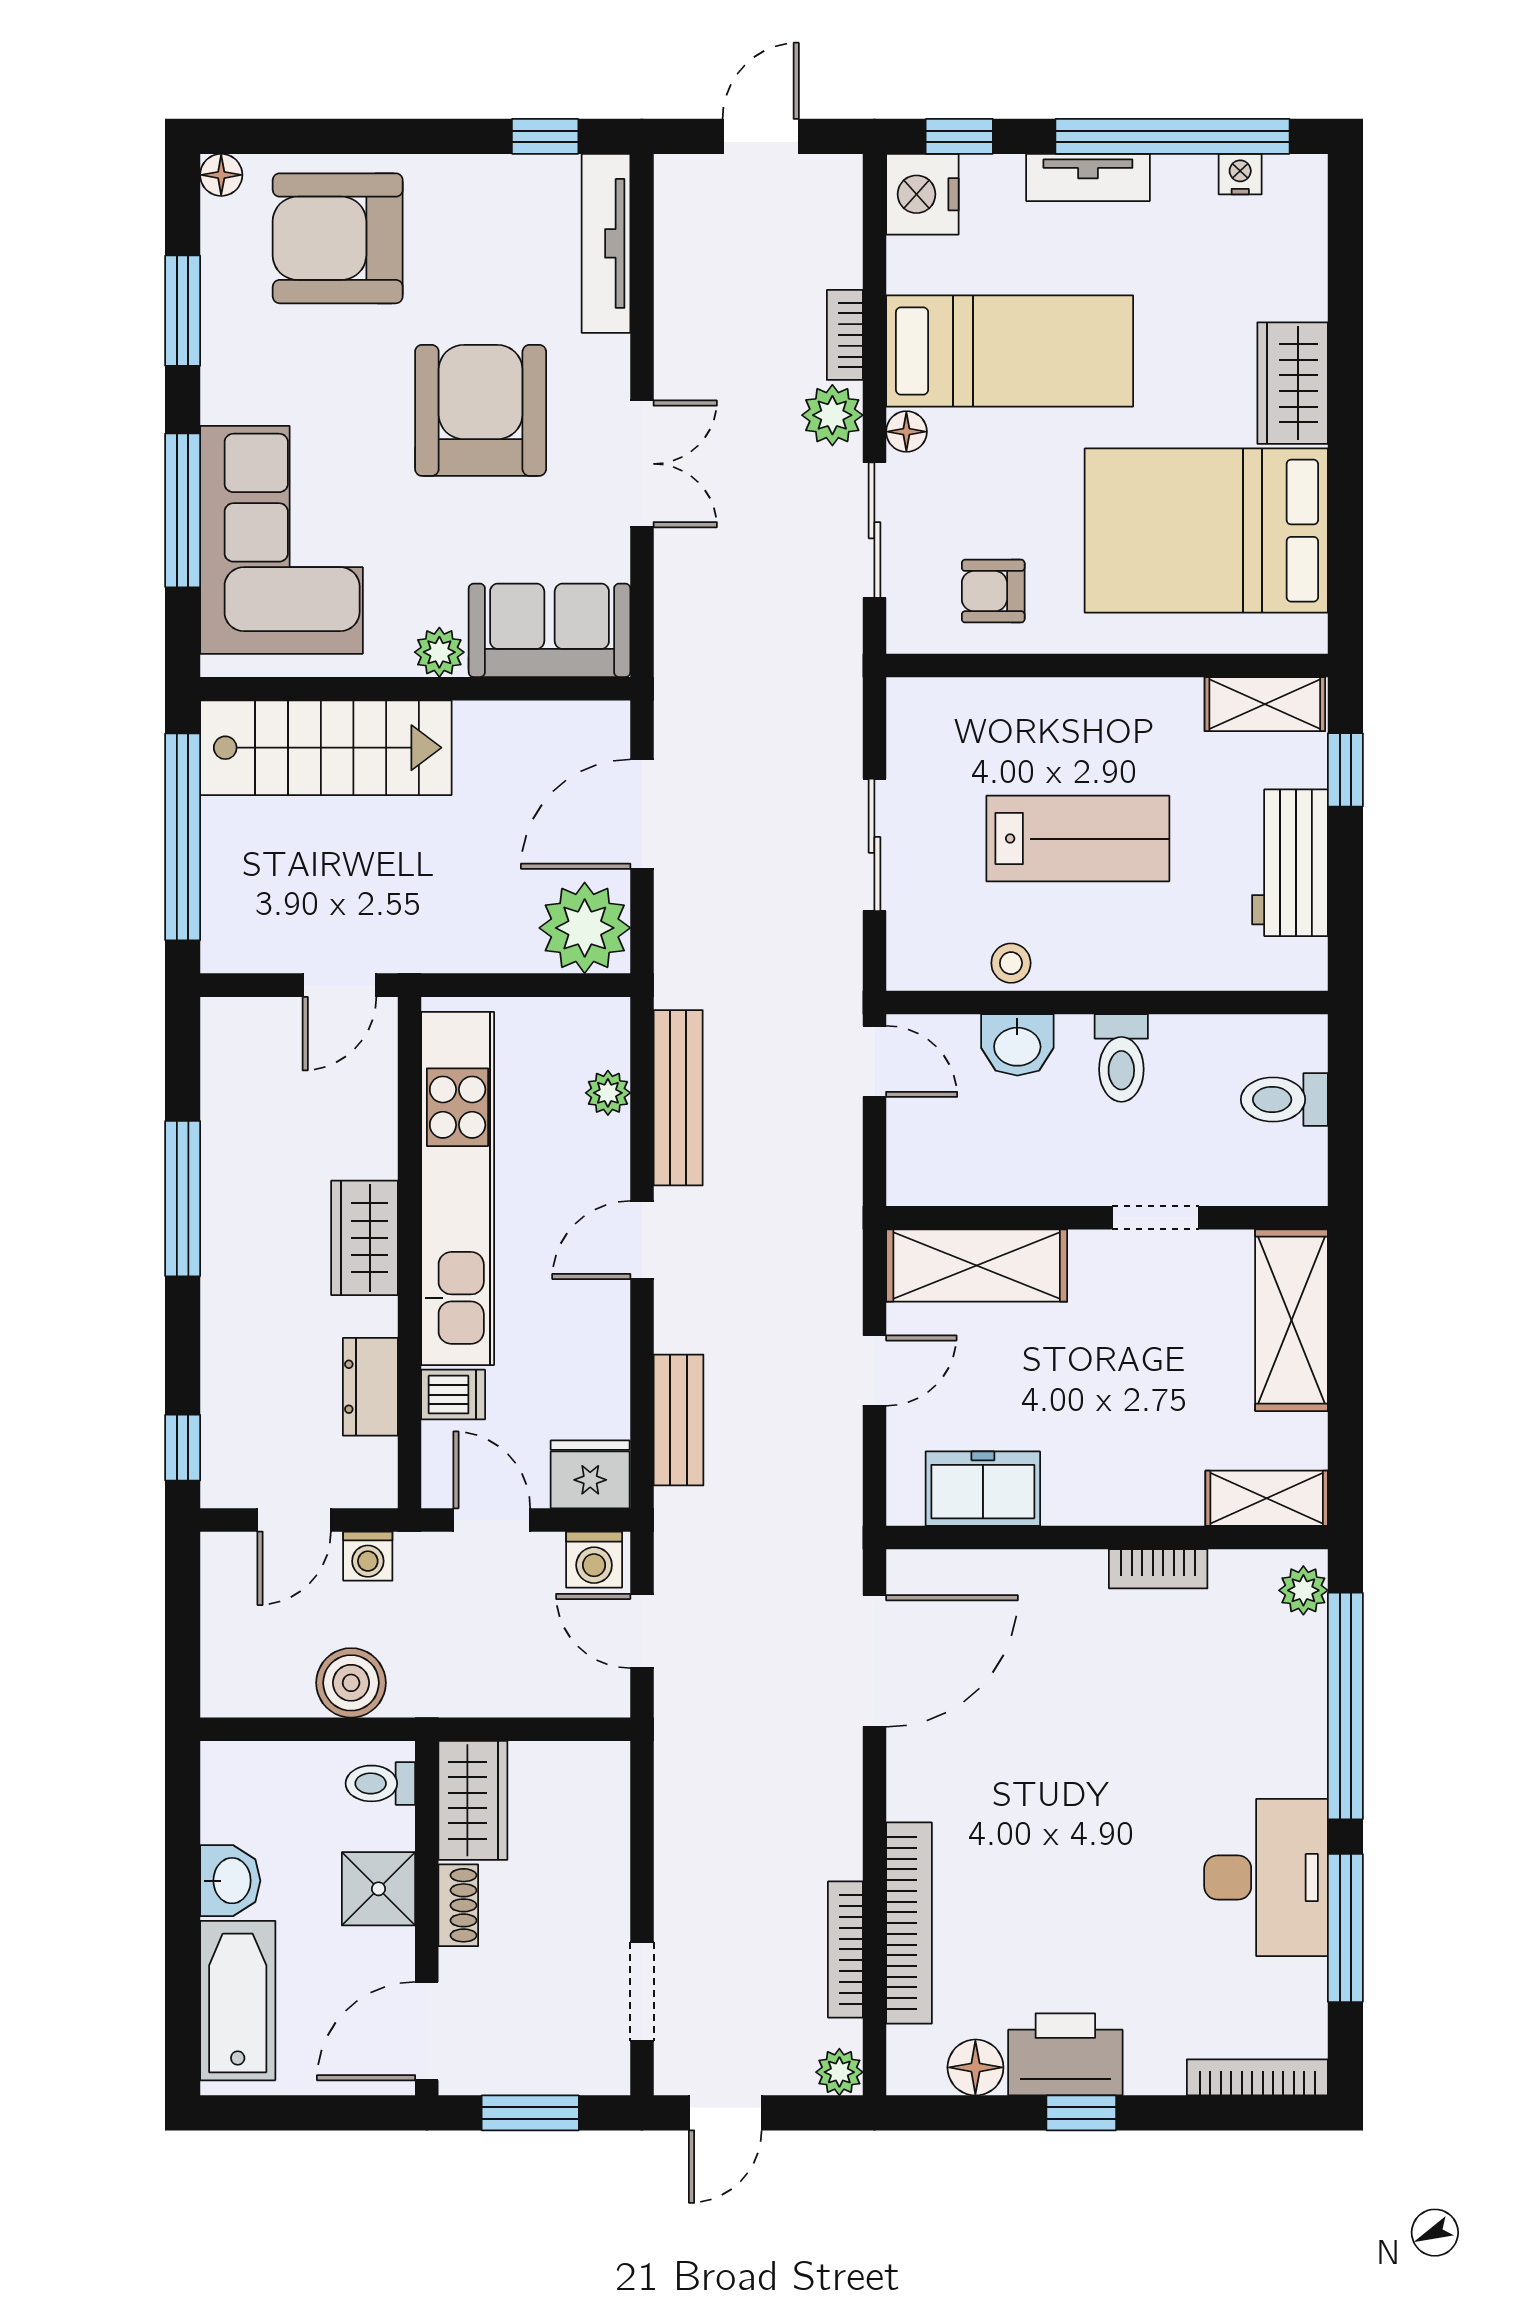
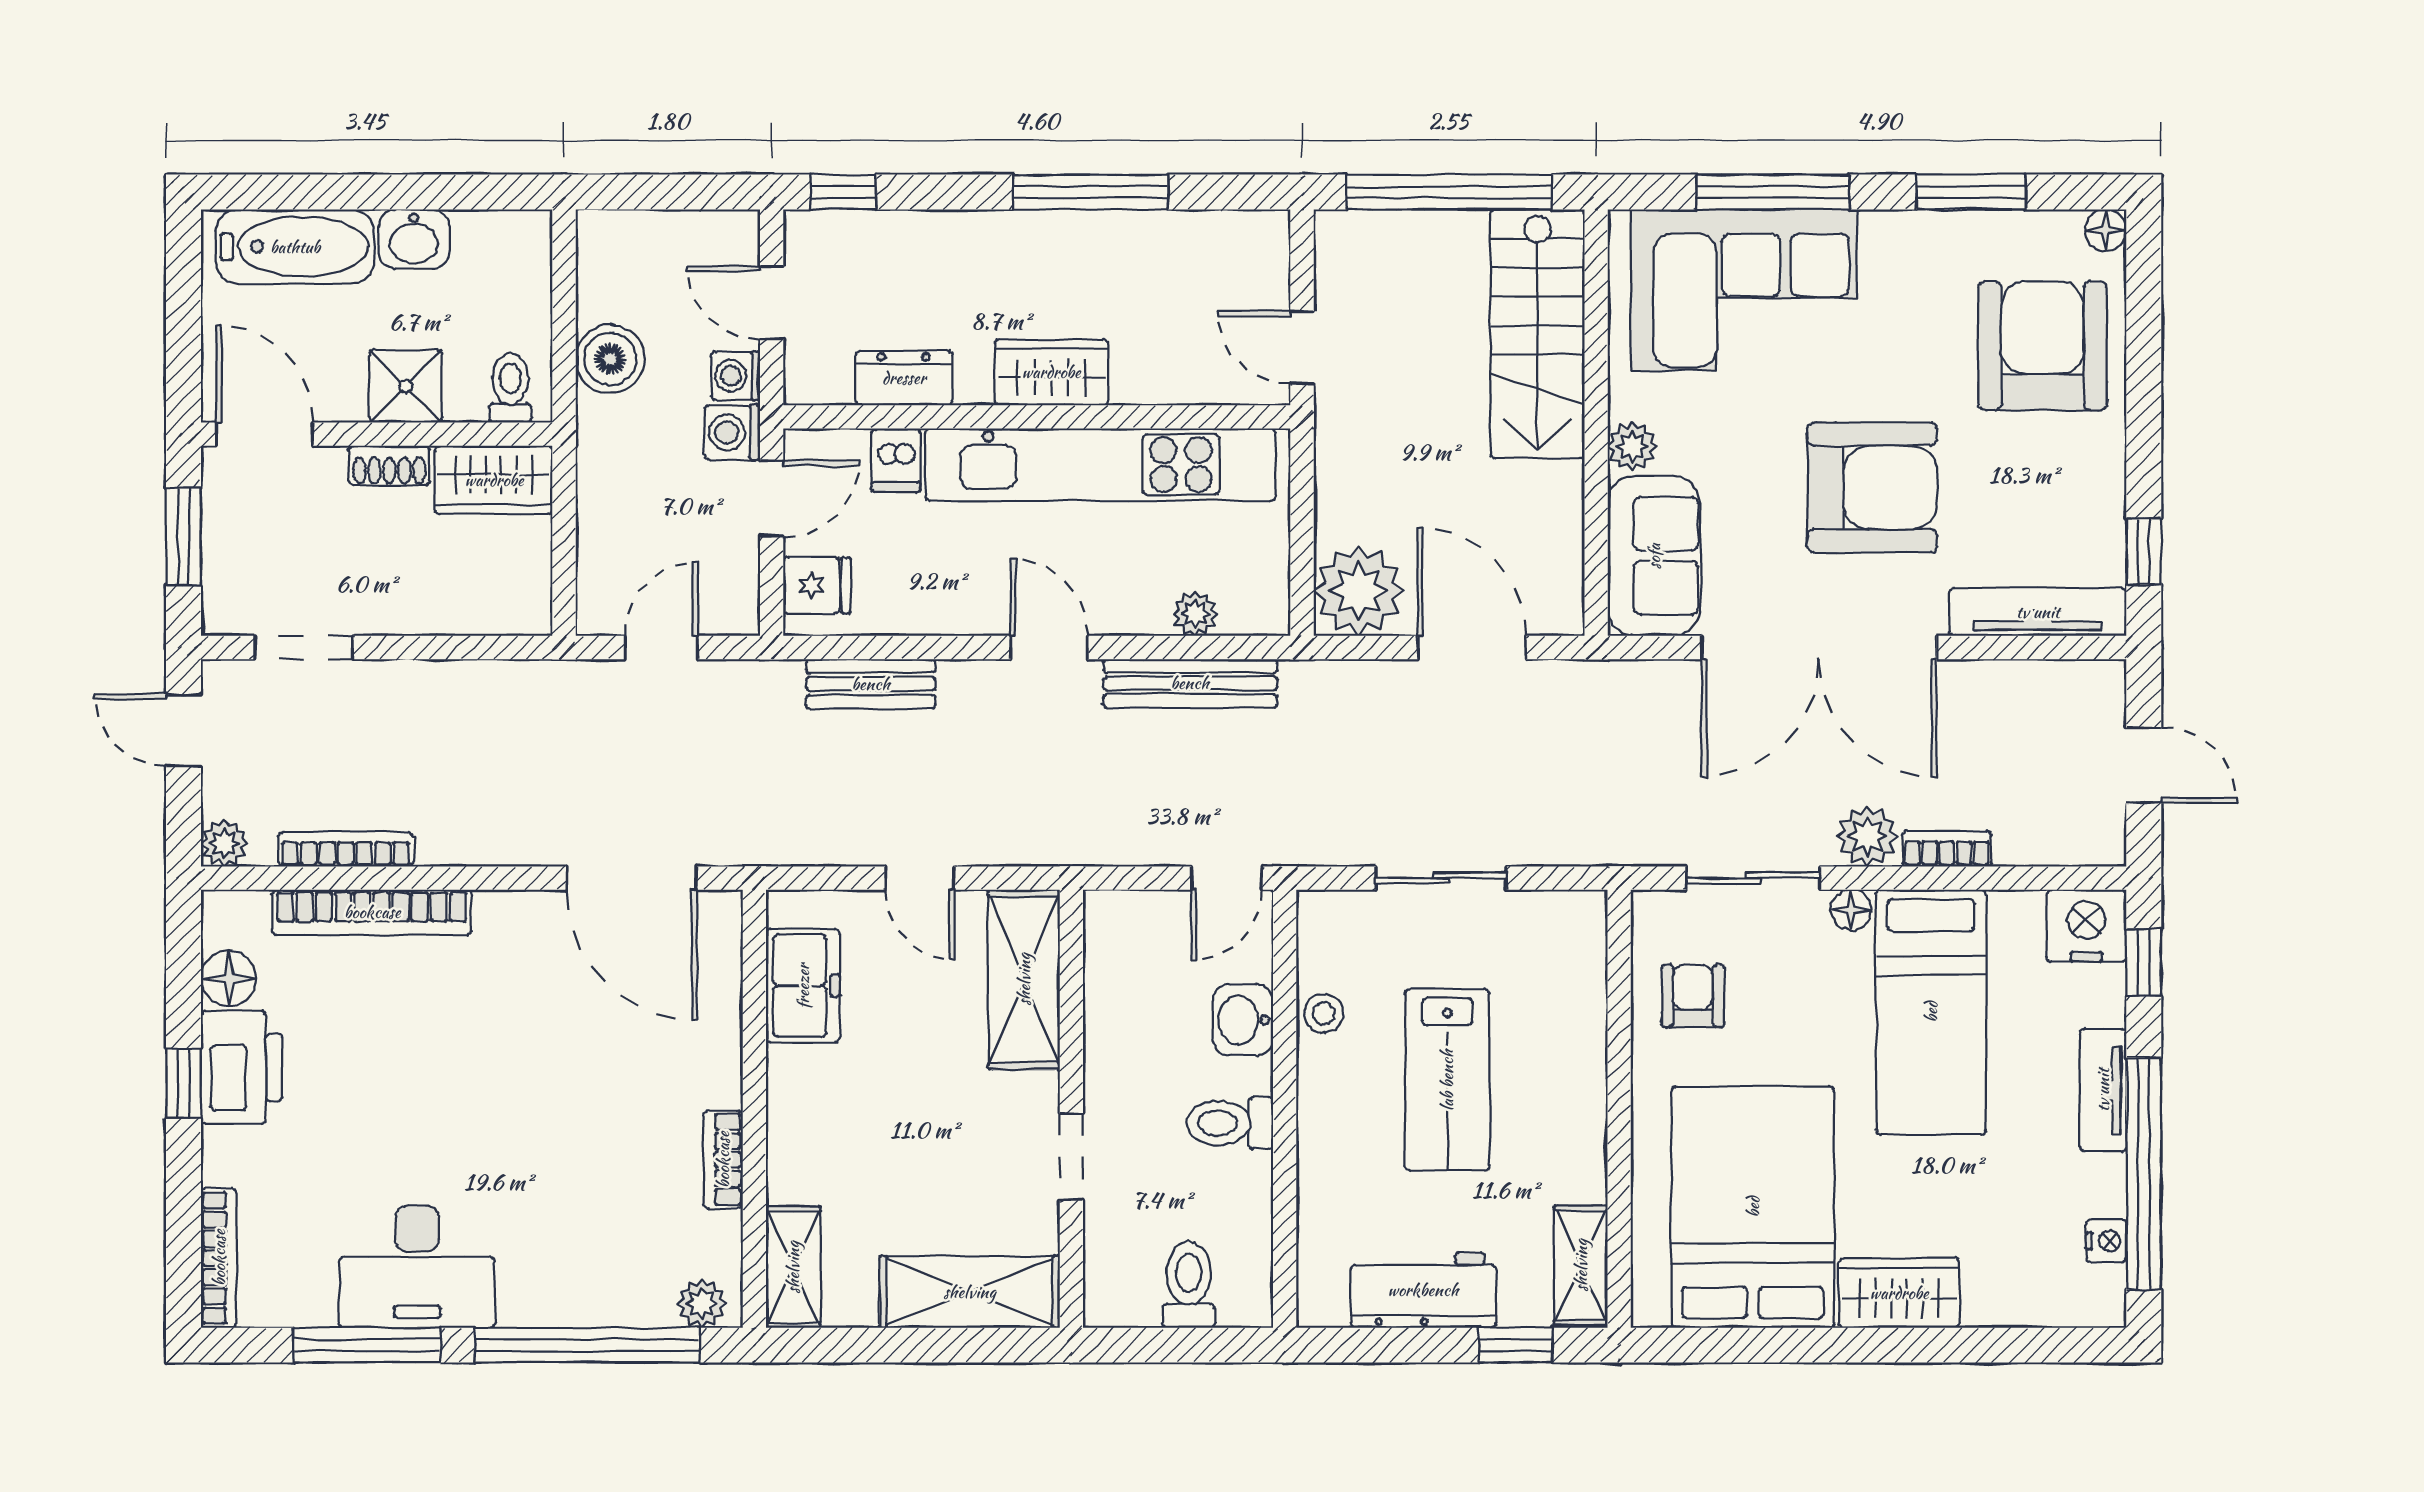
double door: (642, 464) -> (1819, 648), width x1.87
fridge: (590, 1474) -> (817, 585), width x0.72
washing machine: (594, 1560) -> (732, 432), moved

